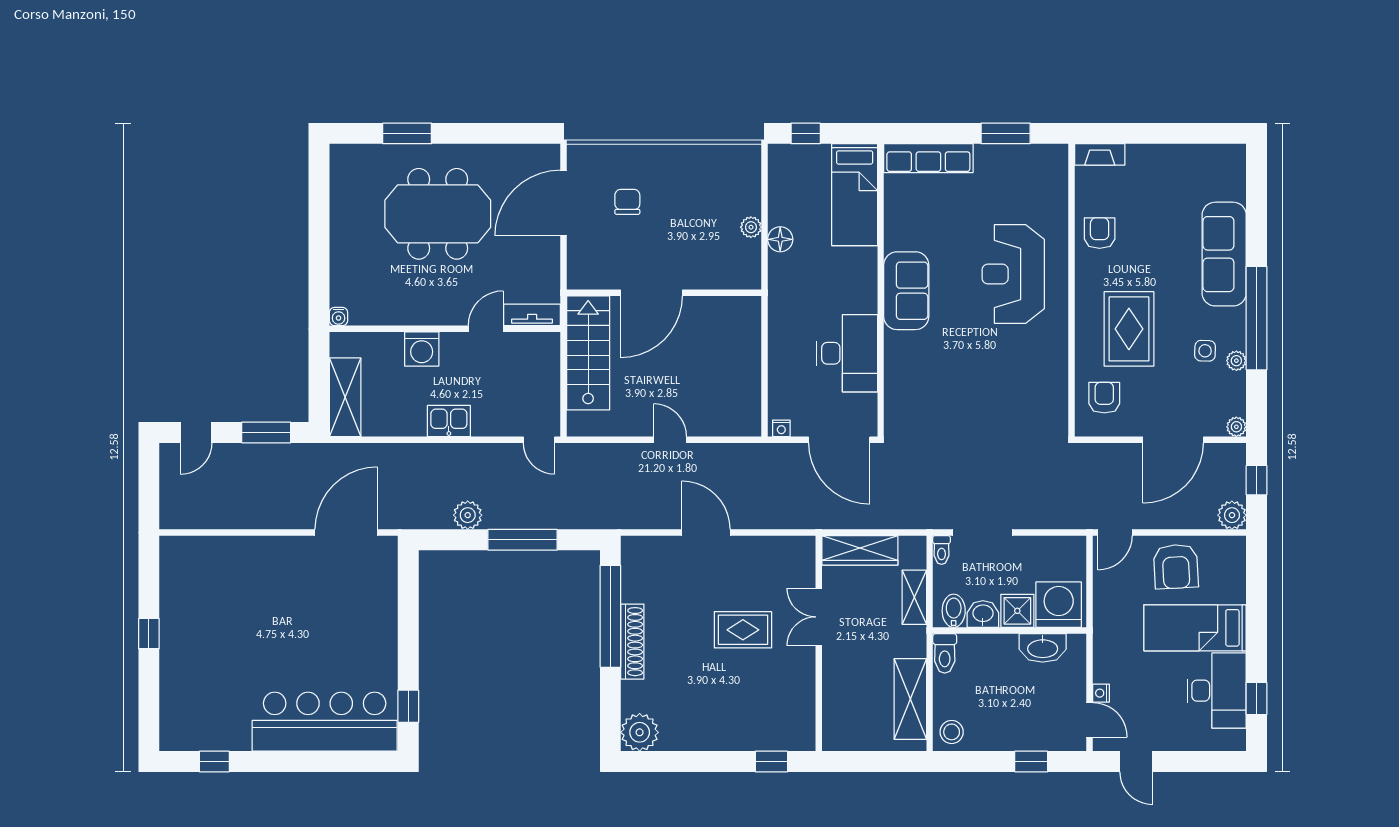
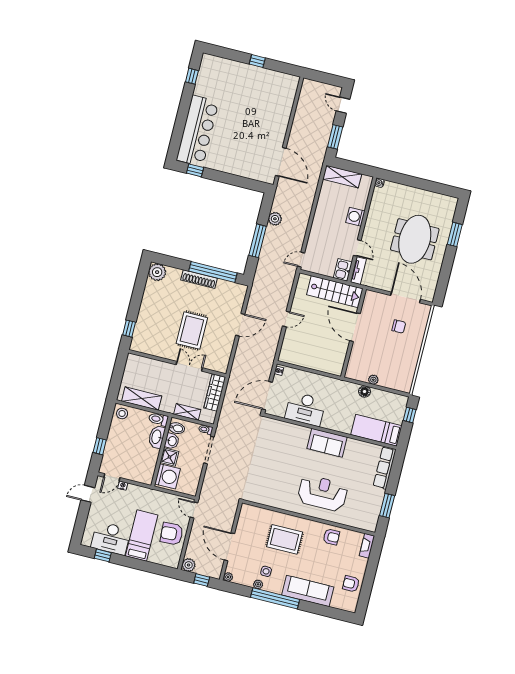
armchair: (1104, 398) -> (351, 584), moved, turned 180
kitchen sink: (449, 421) -> (343, 270), moved, turned 180
rug: (743, 630) -> (192, 331), width x1.36, depth x1.43
washbasin: (1043, 648) -> (157, 437), moved

